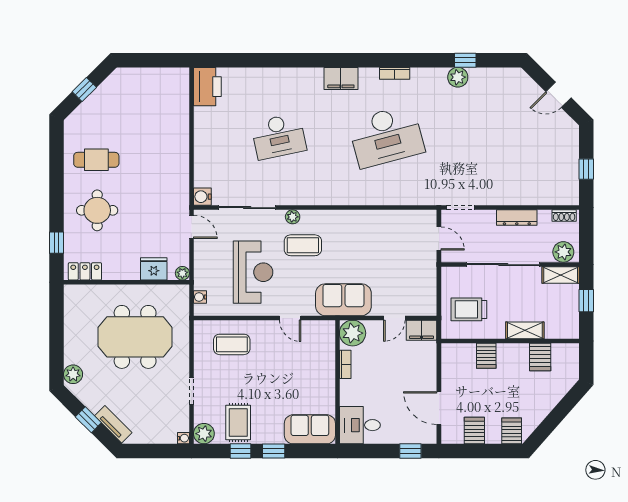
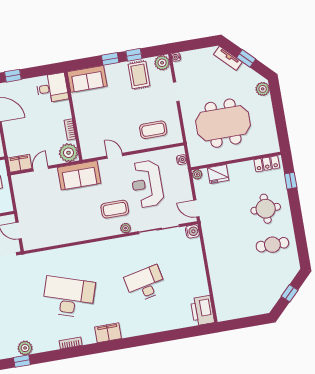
desk: (386, 136) -> (69, 297), turned 33

